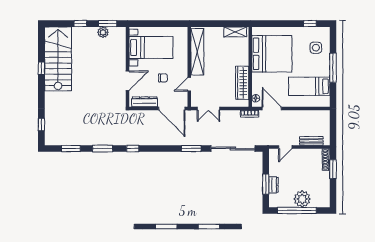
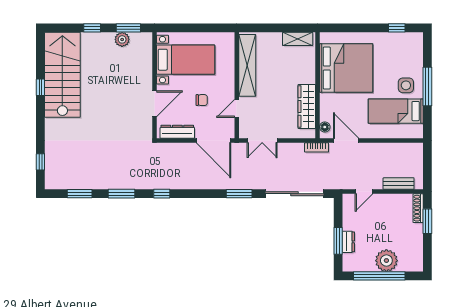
side table: (316, 48) -> (406, 85), moved

